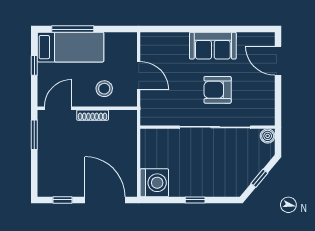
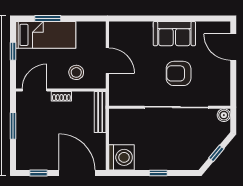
window: (73, 29) -> (48, 19), width x0.69
shoe rack: (93, 115) -> (61, 96), width x0.70
bench: (131, 132) -> (100, 112), added
window: (34, 135) -> (13, 126), moved

